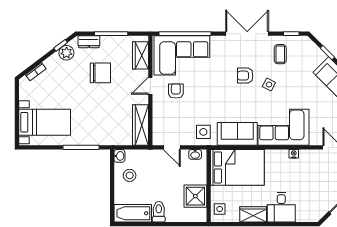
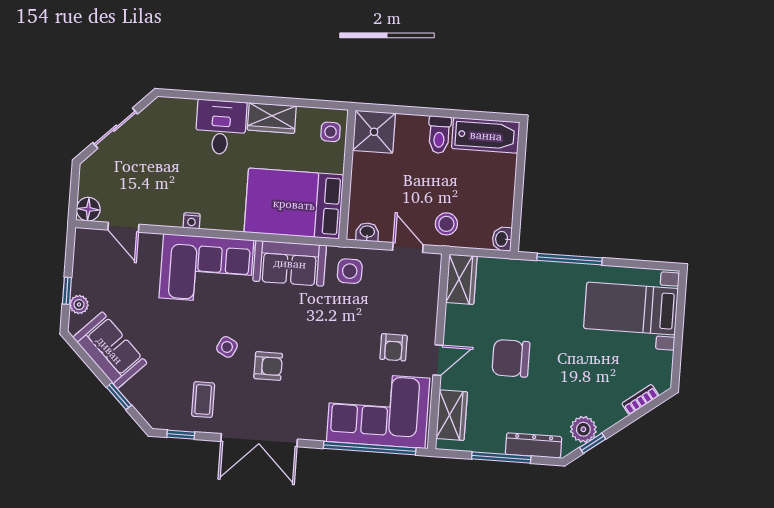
dresser: (89, 42) -> (534, 445), width x1.44
chair: (100, 73) -> (511, 358), moved
wardrobe: (141, 125) -> (461, 279), width x0.67
stool: (130, 175) -> (446, 224), moved
shower: (195, 196) -> (374, 132), moved

